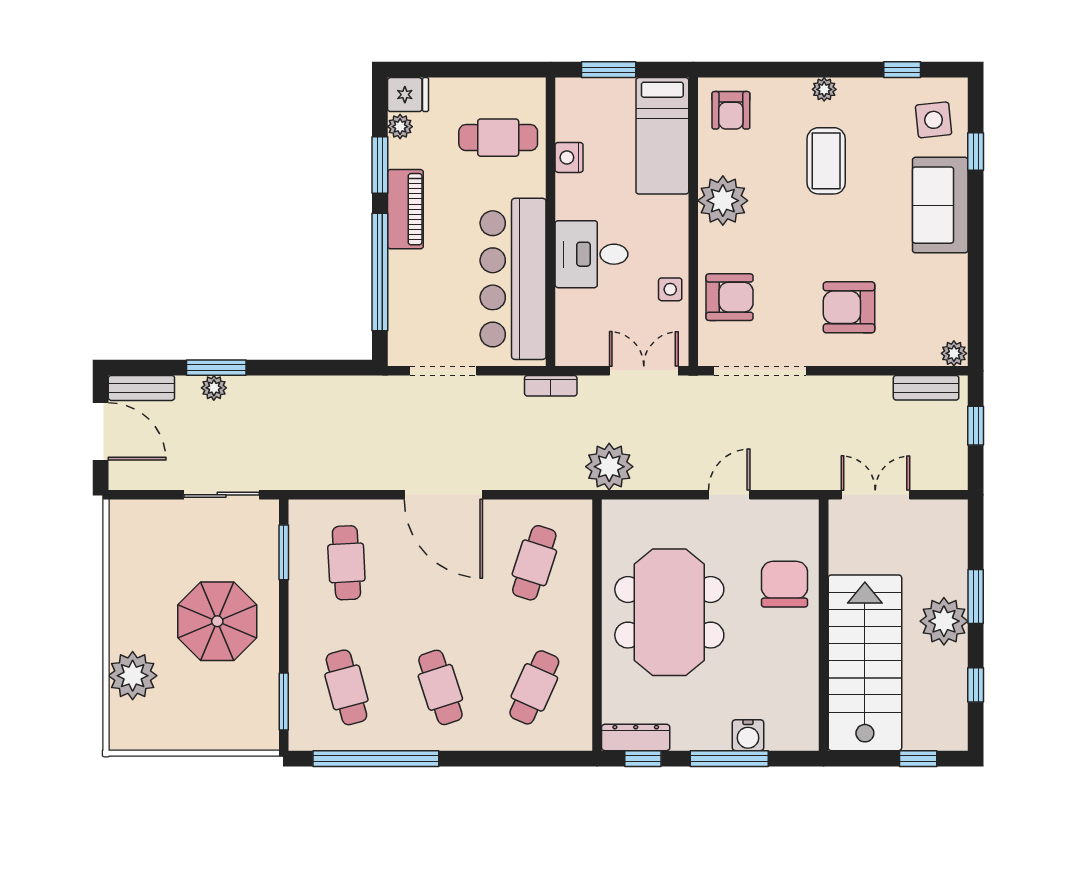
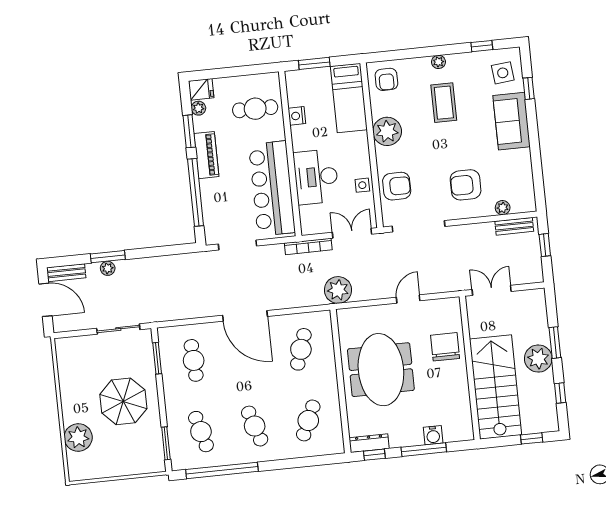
desk: (591, 254) -> (316, 177), width x1.37
plant: (954, 353) -> (503, 208), moved
bookcase: (551, 386) -> (308, 246), width x1.56

